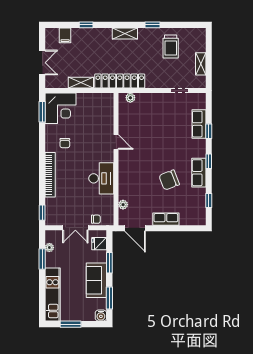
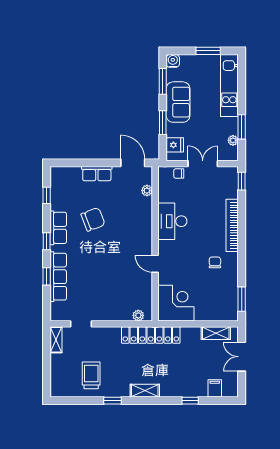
shelving: (201, 64) -> (56, 340), moved
shelving: (81, 83) -> (216, 333), moved
corner desk: (60, 108) -> (176, 303), moved, turned 90
row of seats: (199, 124) -> (58, 277), width x1.48

